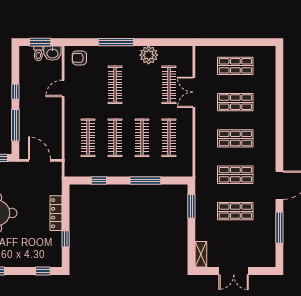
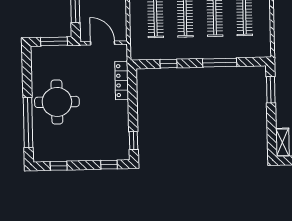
locker: (56, 213) -> (122, 81), moved
window: (66, 239) -> (134, 141), moved

